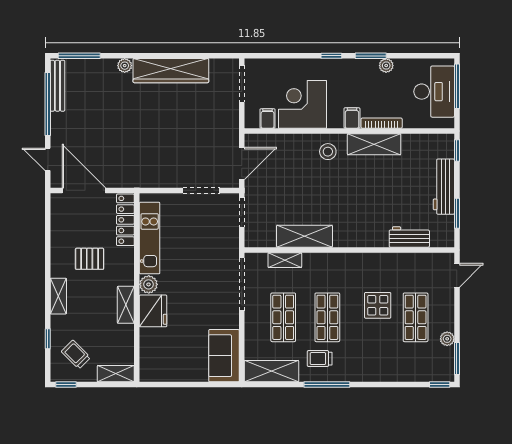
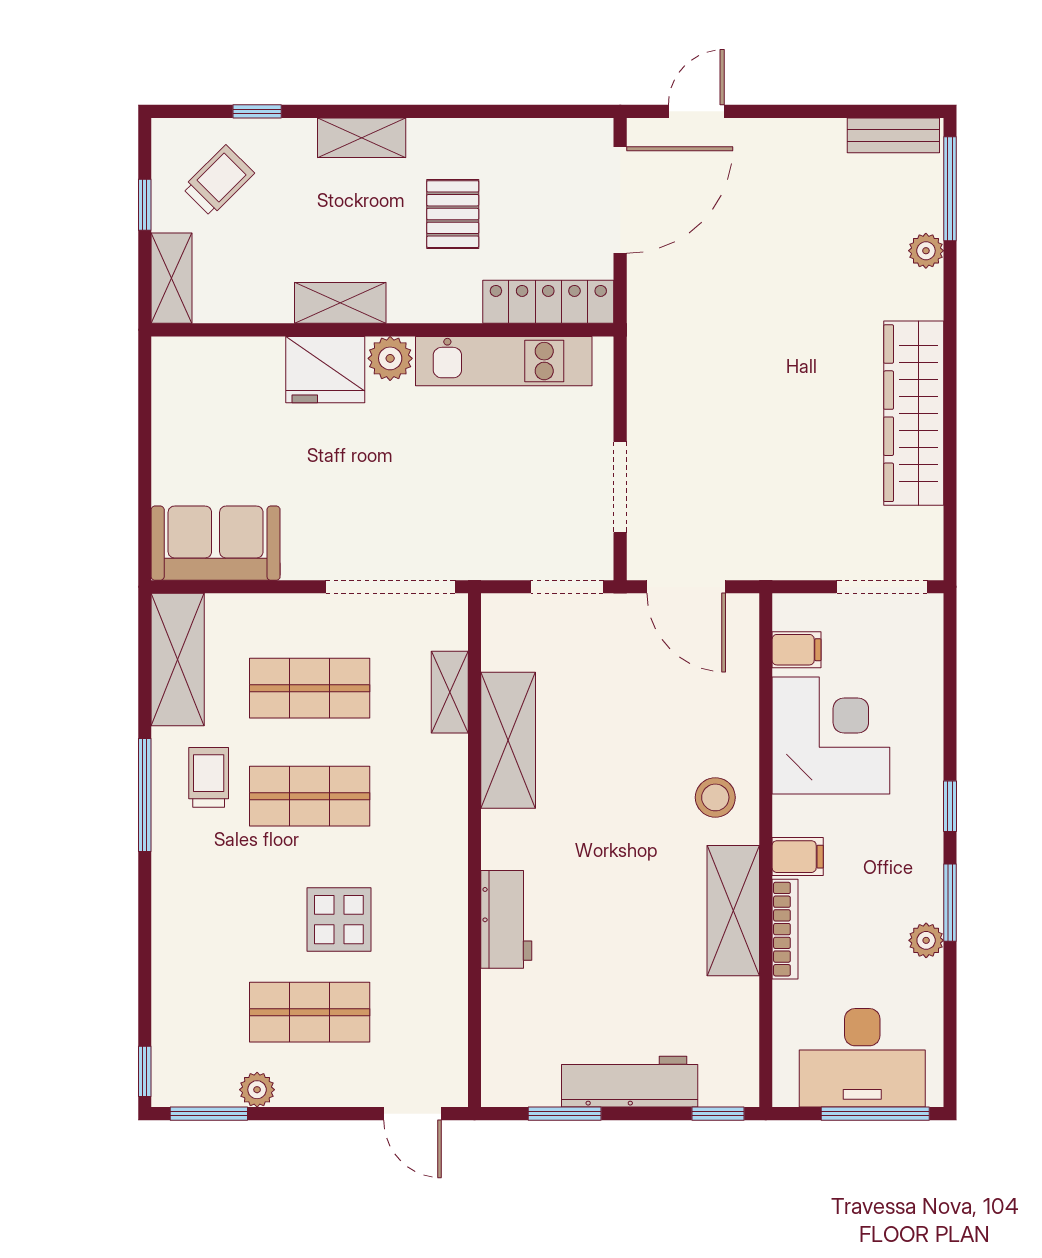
plant: (125, 66) -> (926, 251), moved
bench: (57, 86) -> (893, 135), width x0.73
window: (48, 104) -> (832, 111), removed
workbench: (409, 237) -> (506, 919), moved
window: (66, 385) -> (145, 205), moved

